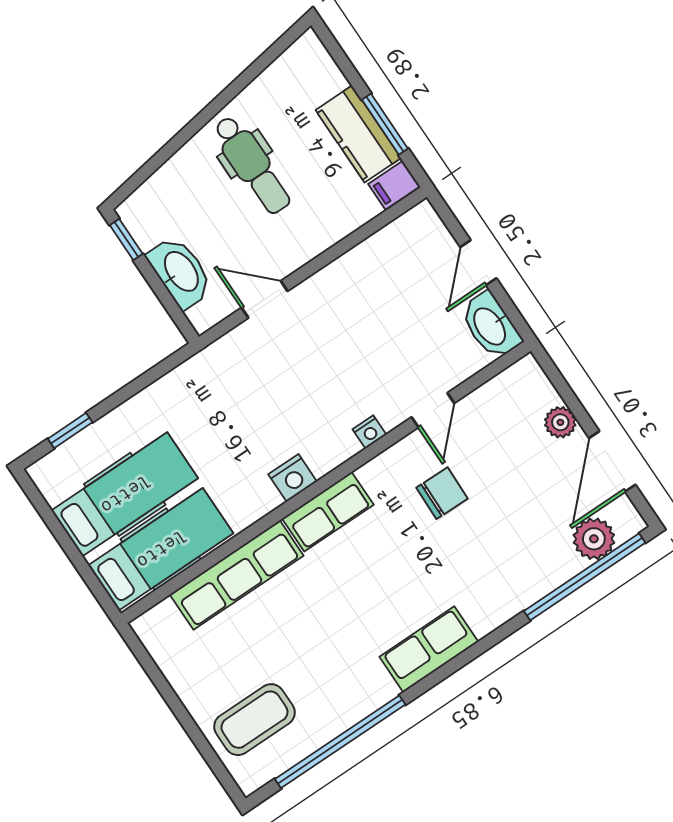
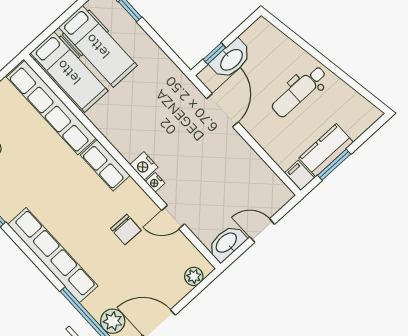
window: (126, 239) -> (214, 53), moved
door: (265, 299) -> (223, 110), width x1.38
plant: (560, 422) -> (194, 276), moved
nightstand: (293, 478) -> (144, 166), moved
row of seats: (237, 575) -> (51, 108), width x1.36
row of seats: (429, 649) -> (53, 255), width x2.02

